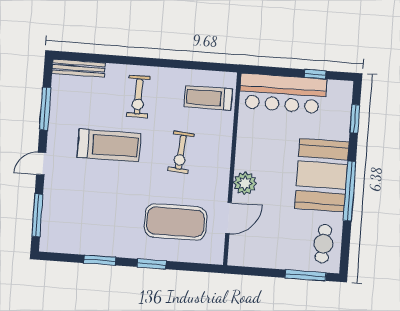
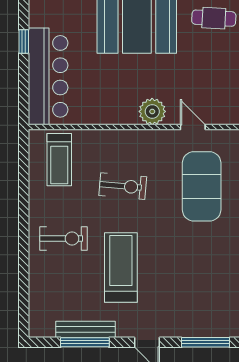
bench: (79, 68) -> (86, 329), moved, turned 90
door: (229, 218) -> (193, 127), width x0.73

